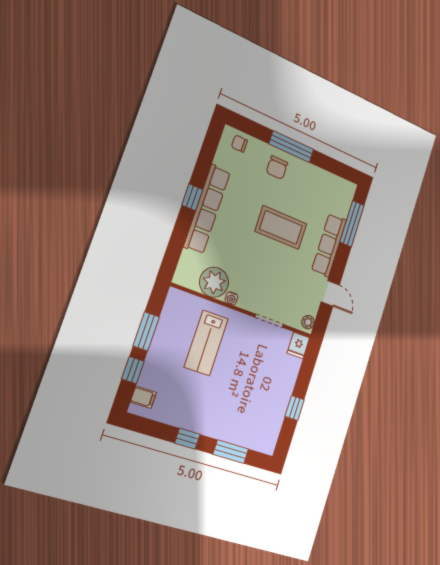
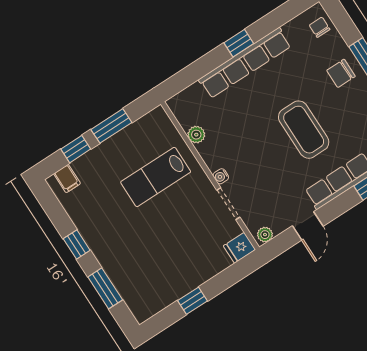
plant: (214, 282) -> (196, 135), width x0.53, depth x0.53
water cooler: (231, 298) -> (221, 176), moved

